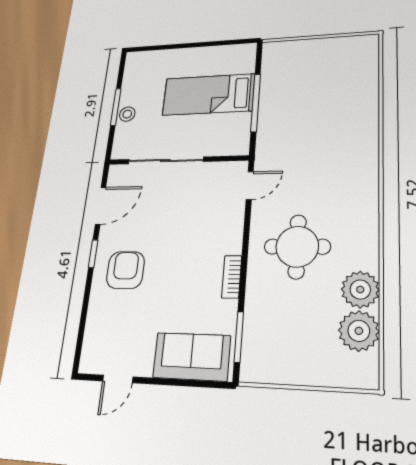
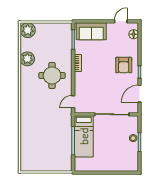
bed: (208, 95) -> (84, 136), moved, turned 90
plant: (359, 331) -> (28, 30), moved
floor lamp: (93, 344) -> (134, 34), added

